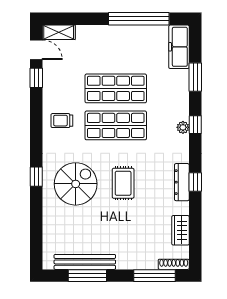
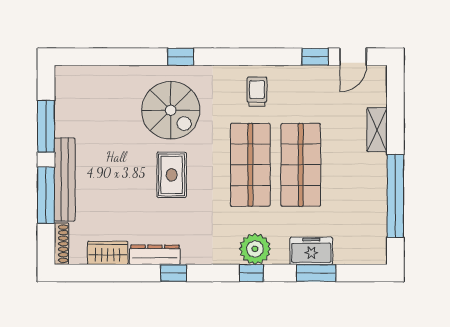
shelving: (59, 32) -> (377, 130), moved
freezer: (179, 47) -> (311, 251), moved, width x0.71
plant: (183, 127) -> (255, 249), width x1.87, depth x1.87
dresser: (182, 182) -> (155, 255), moved
rug: (123, 183) -> (172, 175), turned 90
bench: (85, 262) -> (65, 179), moved
window: (154, 276) -> (46, 195), moved

